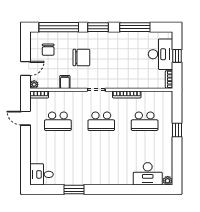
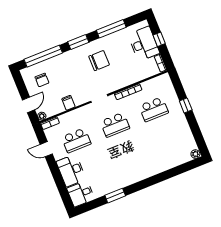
chair: (81, 57) -> (99, 61), moved
desk: (148, 174) -> (71, 170), moved, turned 90

